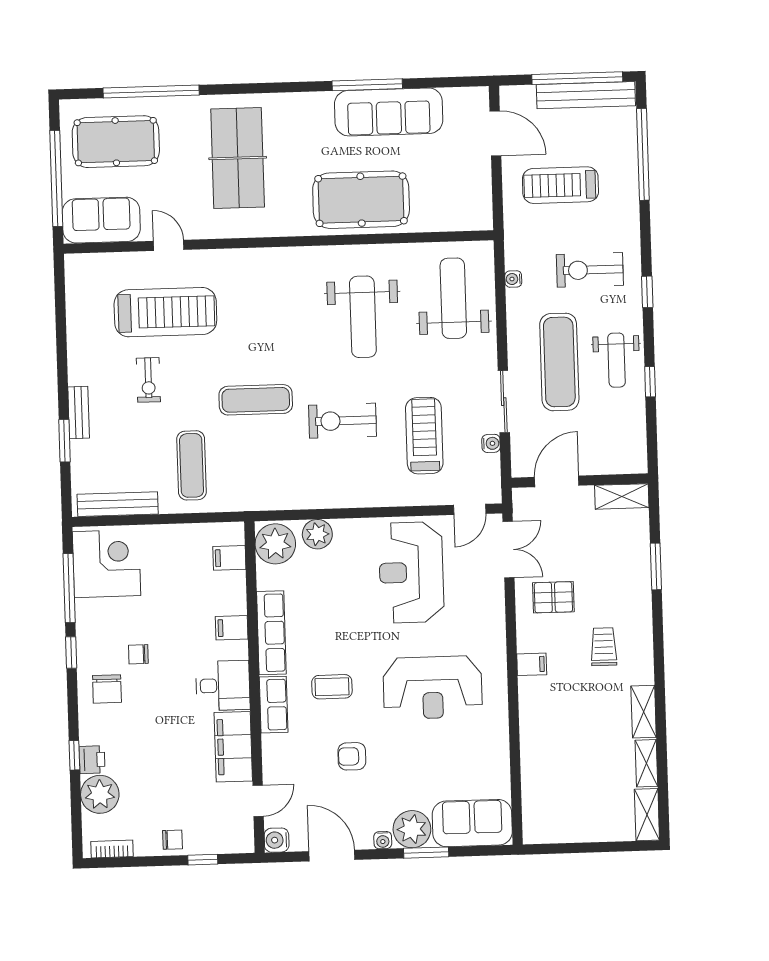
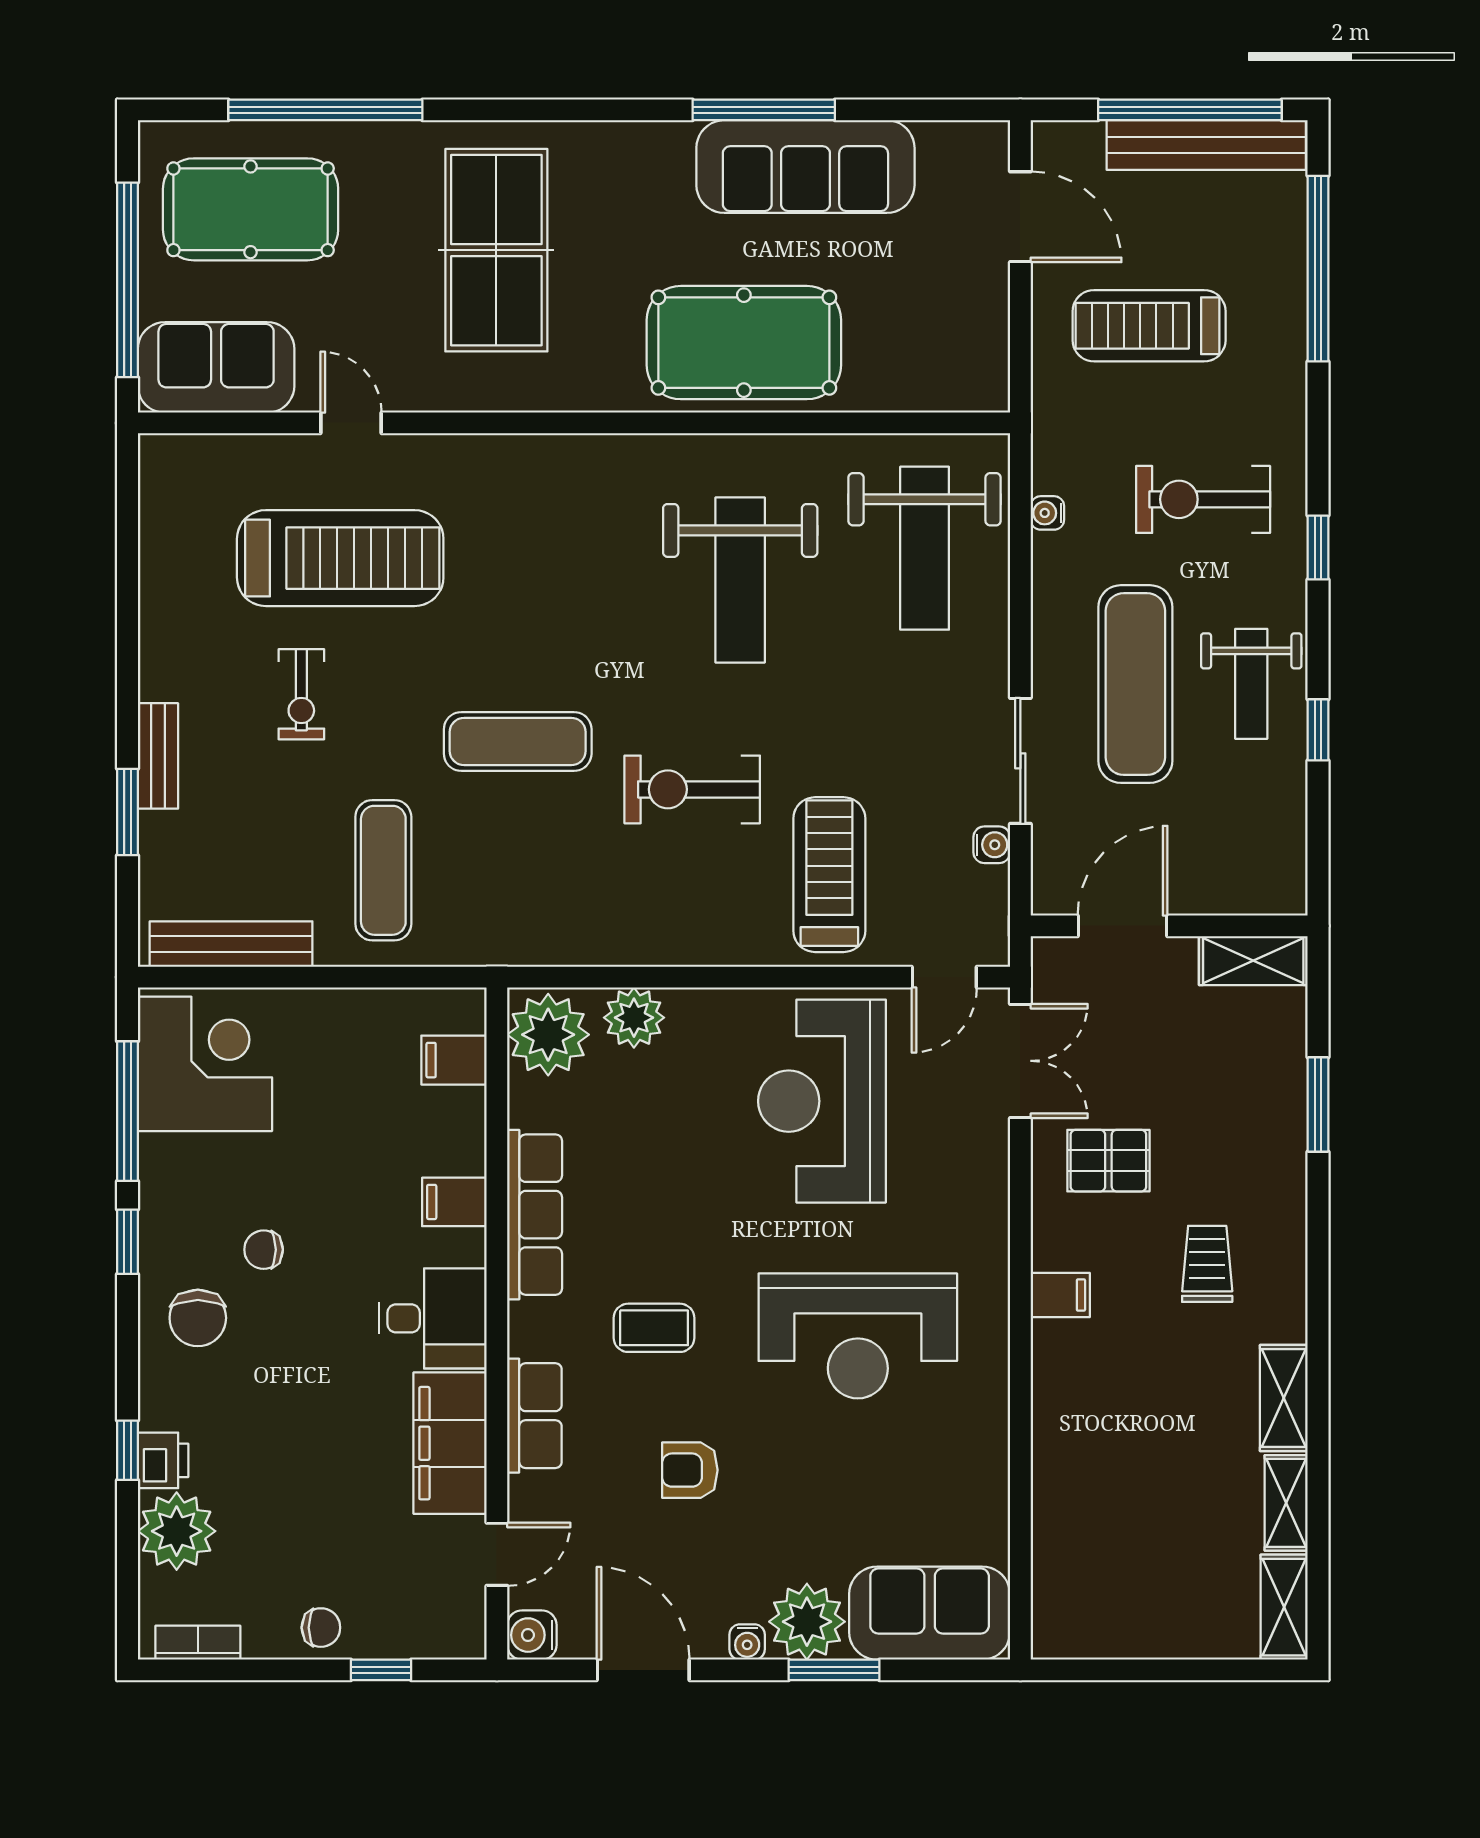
weight bench: (453, 298) -> (925, 548), turned 180
treadmill: (424, 436) -> (829, 875), moved
row of seats: (274, 705) -> (534, 1416), moved

